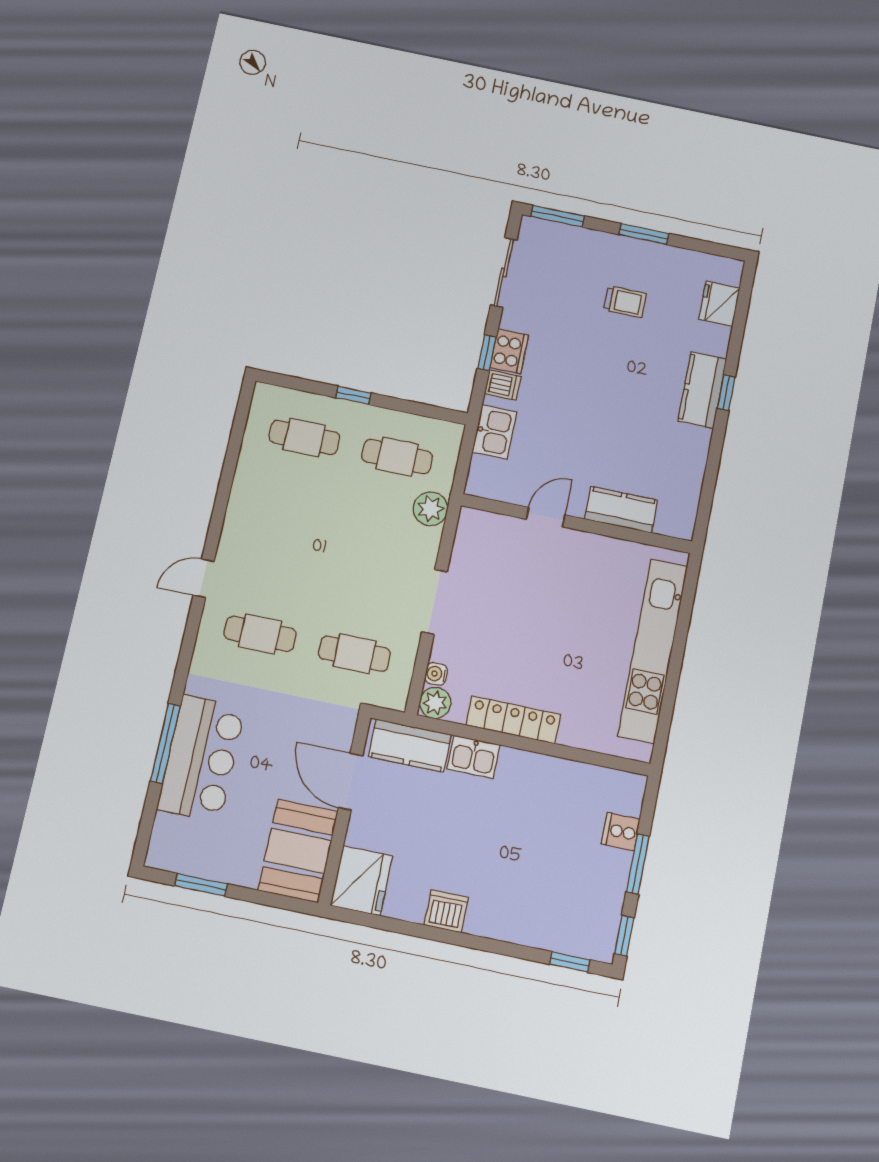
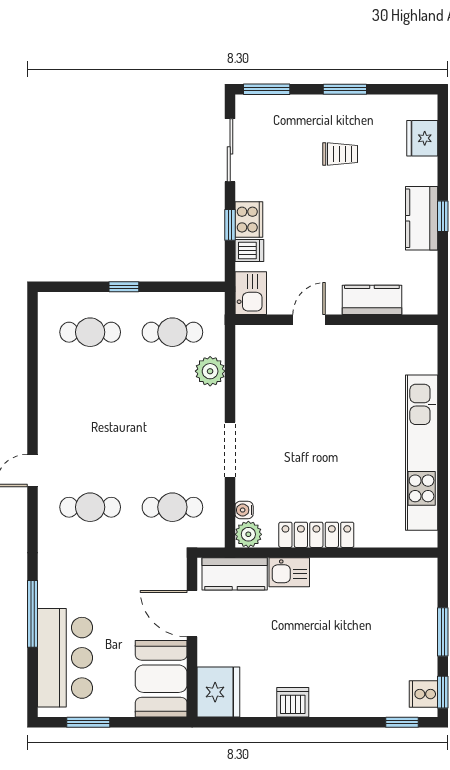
kitchen counter: (621, 510) -> (372, 300), moved
door: (546, 517) -> (309, 320), moved
wall: (577, 523) -> (336, 320), moved
bar counter: (201, 758) -> (65, 658), moved
cooker: (621, 832) -> (423, 694), moved

